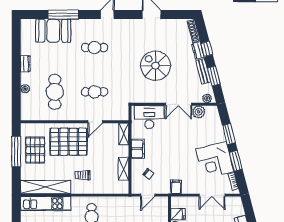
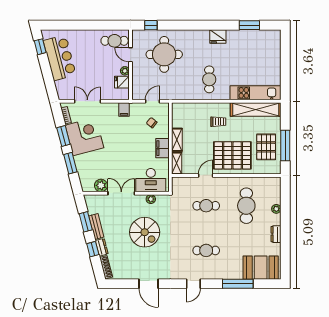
booth: (53, 31) -> (261, 268), moved
plant: (207, 98) -> (151, 199), moved
shelving: (124, 169) -> (177, 140), moved

